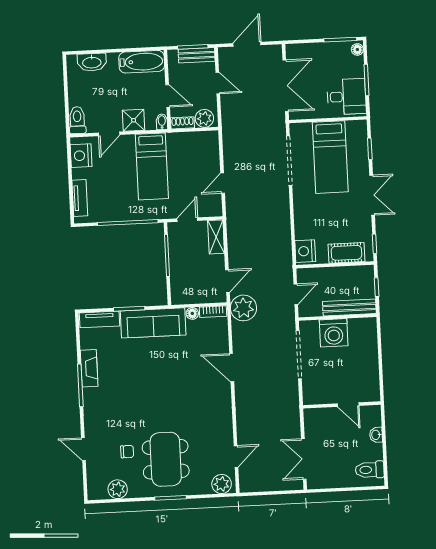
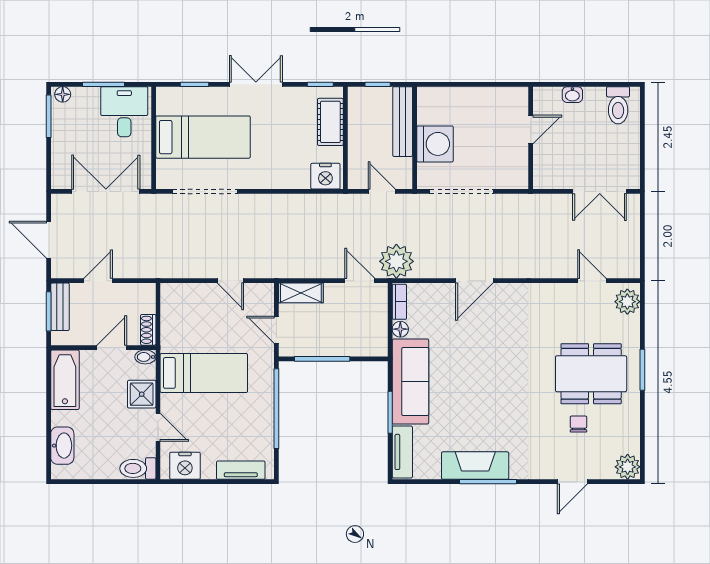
plant: (204, 118) -> (144, 301), removed
fireplace: (89, 368) -> (475, 466), width x1.37, depth x1.32
plant: (118, 489) -> (628, 467), moved

